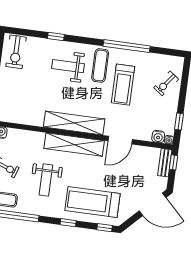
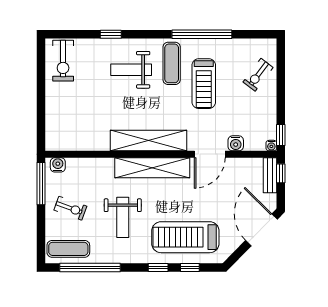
window: (179, 122) -> (281, 135), moved
water cooler: (158, 137) -> (236, 143), moved
door: (153, 204) -> (262, 230), swing flipped
window: (105, 228) -> (190, 268), moved

